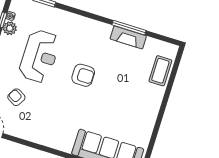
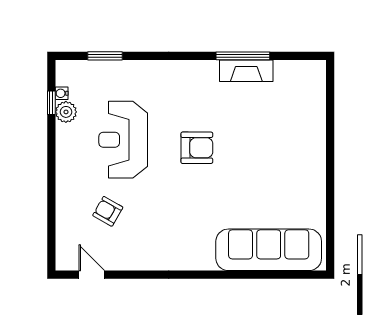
reception desk: (40, 56) -> (123, 140), turned 180
coffee table: (160, 71) -> (310, 105), removed

